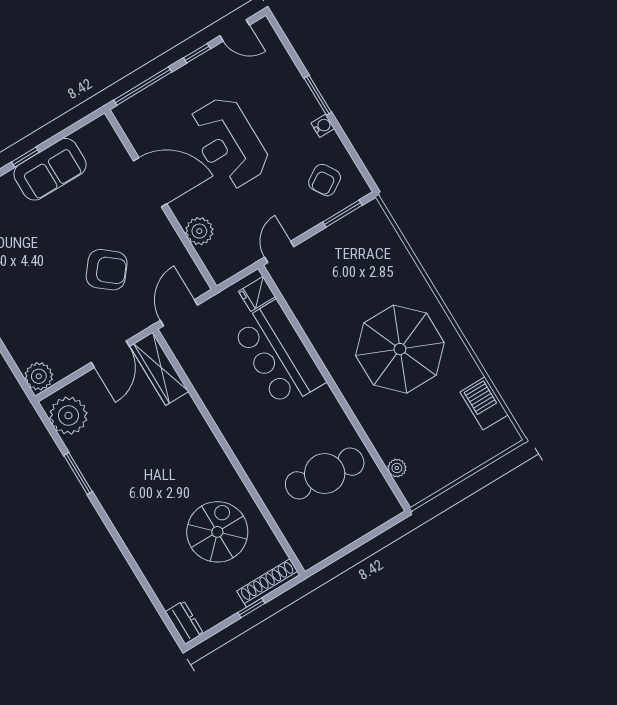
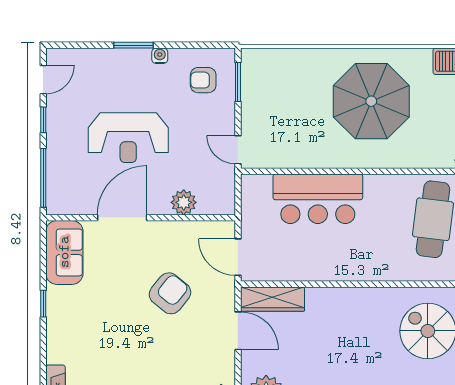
sofa: (50, 169) -> (64, 252), moved
armchair: (325, 180) -> (203, 80), turned 122
fridge: (257, 294) -> (260, 187), removed

